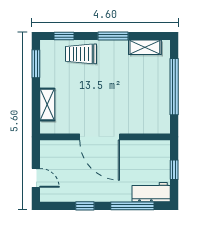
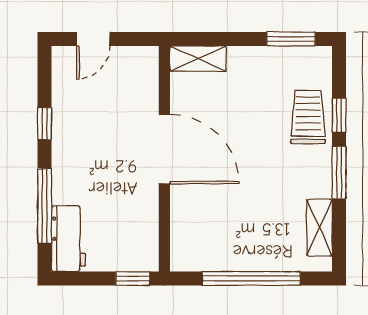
window: (64, 36) -> (339, 115), moved
shelving: (47, 104) -> (198, 59), moved
door: (100, 137) -> (164, 149), swing flipped
window: (174, 170) -> (133, 278), moved

